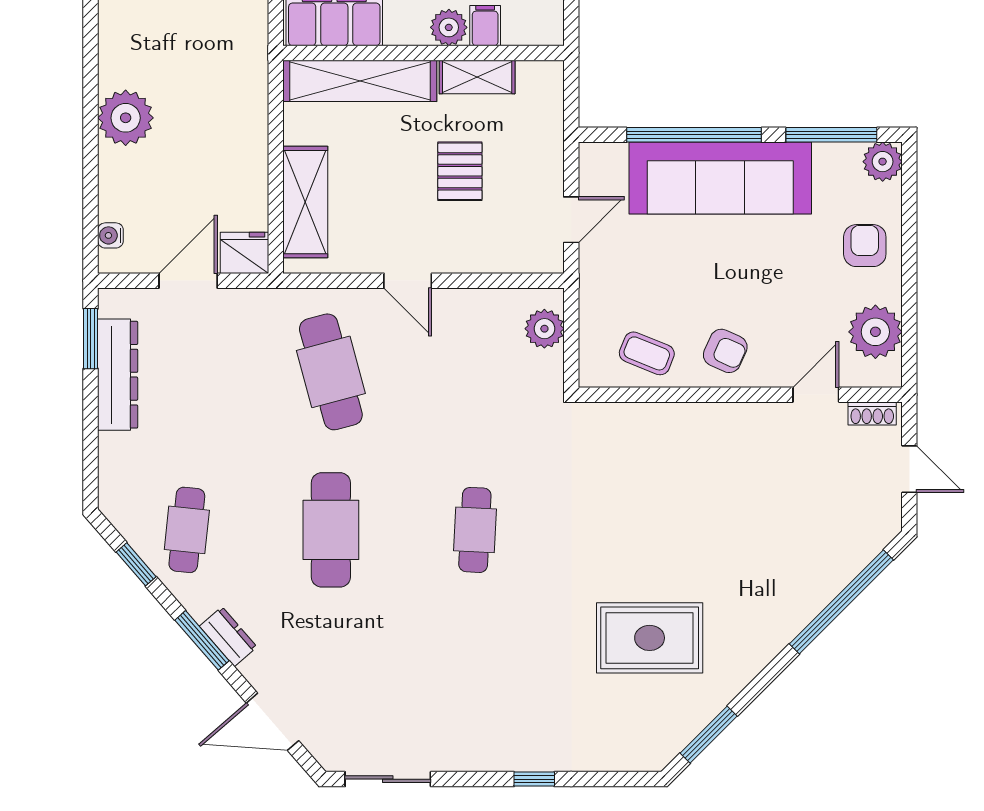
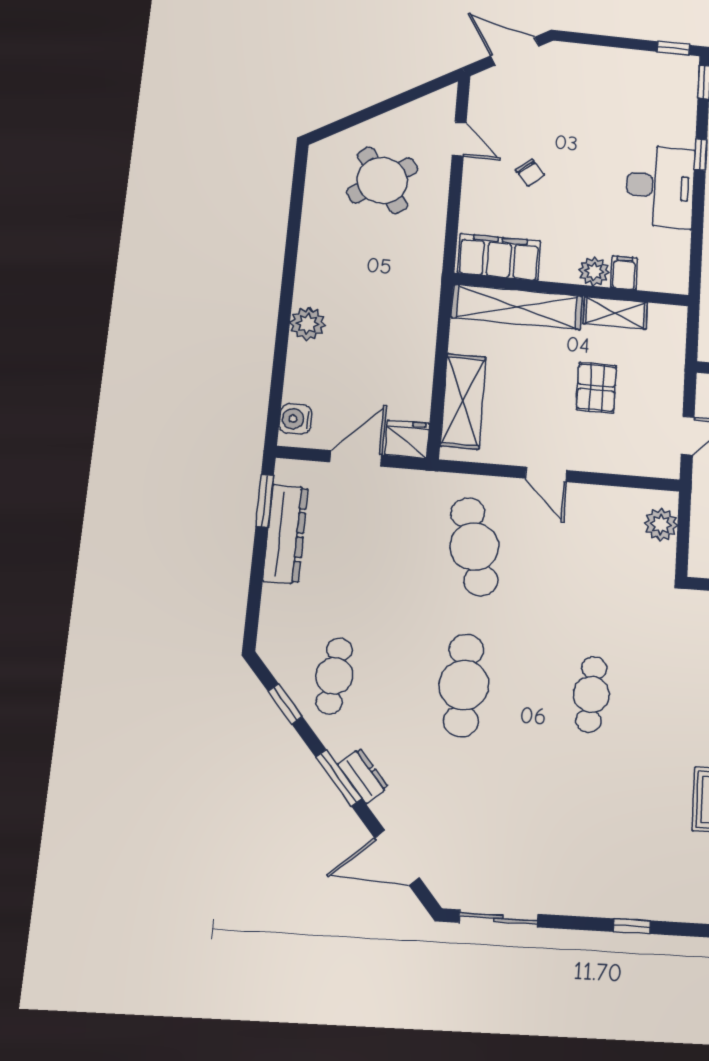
plant: (126, 118) -> (308, 324), width x0.73, depth x0.73
water cooler: (110, 235) -> (295, 419), width x1.38, depth x1.38

